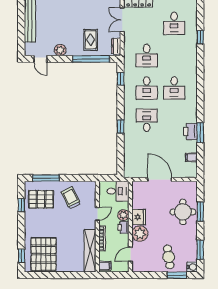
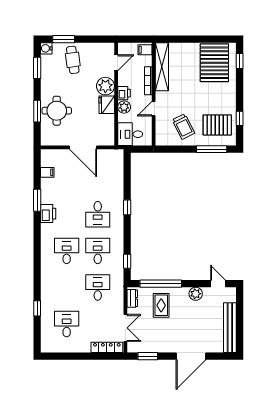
printer: (190, 131) -> (48, 214), moved

